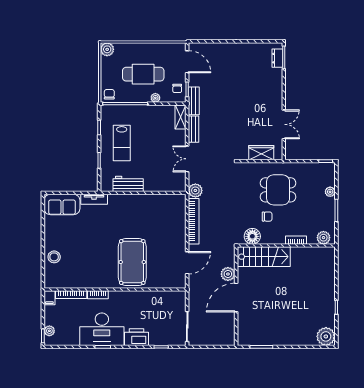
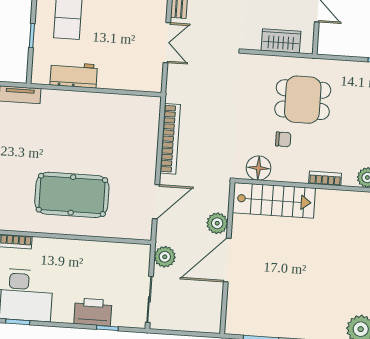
double door: (187, 159) -> (167, 43), swing flipped
plant: (195, 190) -> (165, 257), moved
pool table: (132, 262) -> (72, 195), turned 90
printer: (137, 337) -> (93, 312), moved

